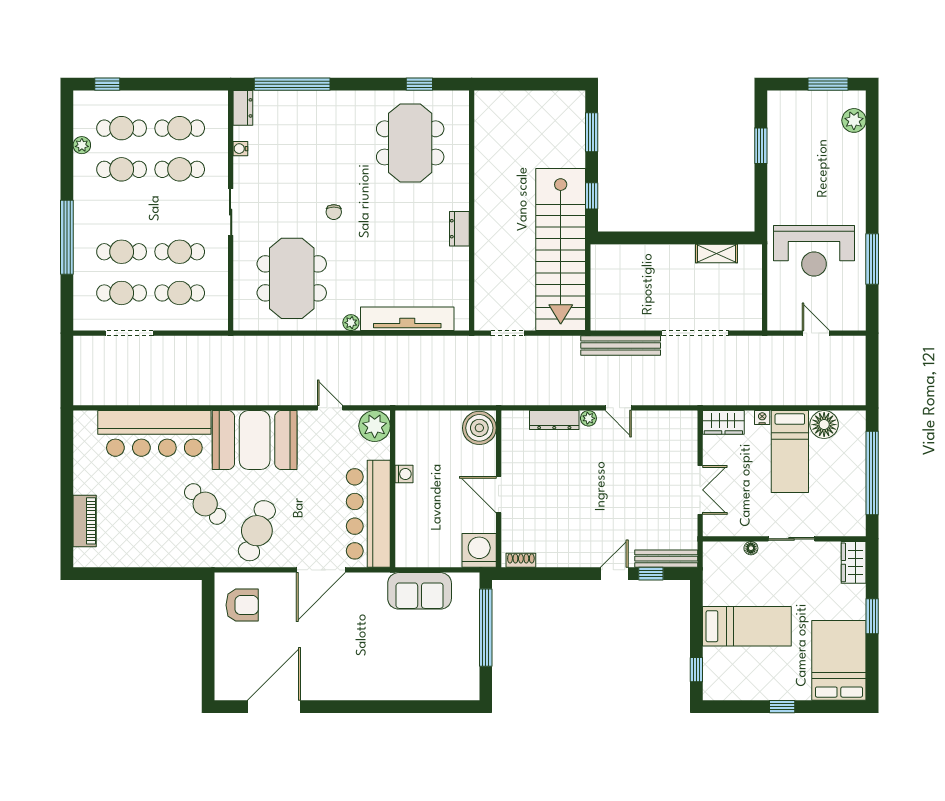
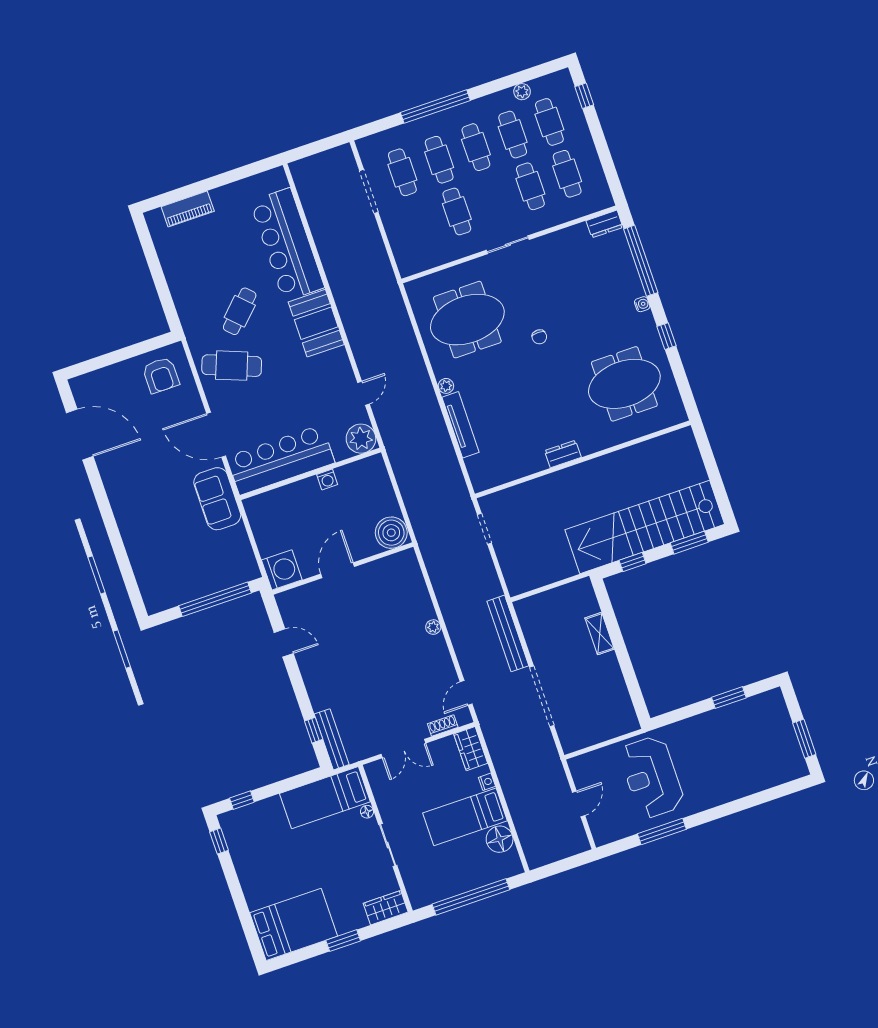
window: (419, 84) -> (667, 336), moved
plant: (854, 120) -> (780, 773), removed
water cooler: (240, 149) -> (642, 304), moved, turned 90
chair: (334, 212) -> (539, 337), turned -90
stairs: (561, 249) -> (645, 527), moved
shelving: (716, 254) -> (600, 634), moved
cafe table: (180, 293) -> (476, 147), moved
tv unit: (407, 319) -> (460, 425), width x0.73, depth x0.78
door: (618, 408) -> (466, 693), moved
dresser: (554, 420) -> (421, 597), removed
booth: (255, 440) -> (316, 323), width x0.73, depth x0.70
shoe rack: (521, 560) -> (443, 725), moved, turned -90
door: (614, 574) -> (284, 643), moved
sofa: (420, 591) -> (217, 499), moved
bed: (747, 626) -> (325, 798), moved, turned 90
window: (782, 707) -> (219, 841), moved

